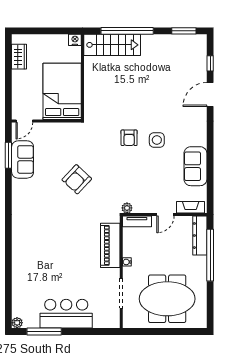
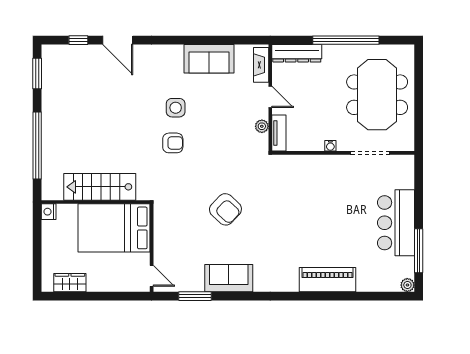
stairs: (112, 45) -> (100, 187), moved, turned -90
sofa: (23, 159) -> (229, 278), moved
plant: (127, 208) -> (262, 126), moved
piano: (110, 245) -> (328, 280), moved, turned 180
window: (210, 255) -> (346, 40), moved

